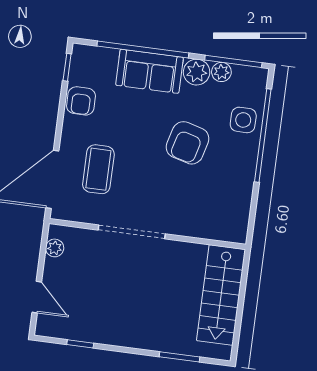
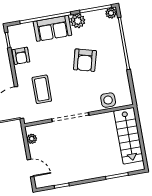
plant: (221, 72) -> (111, 13), moved
side table: (243, 120) -> (108, 100), moved

